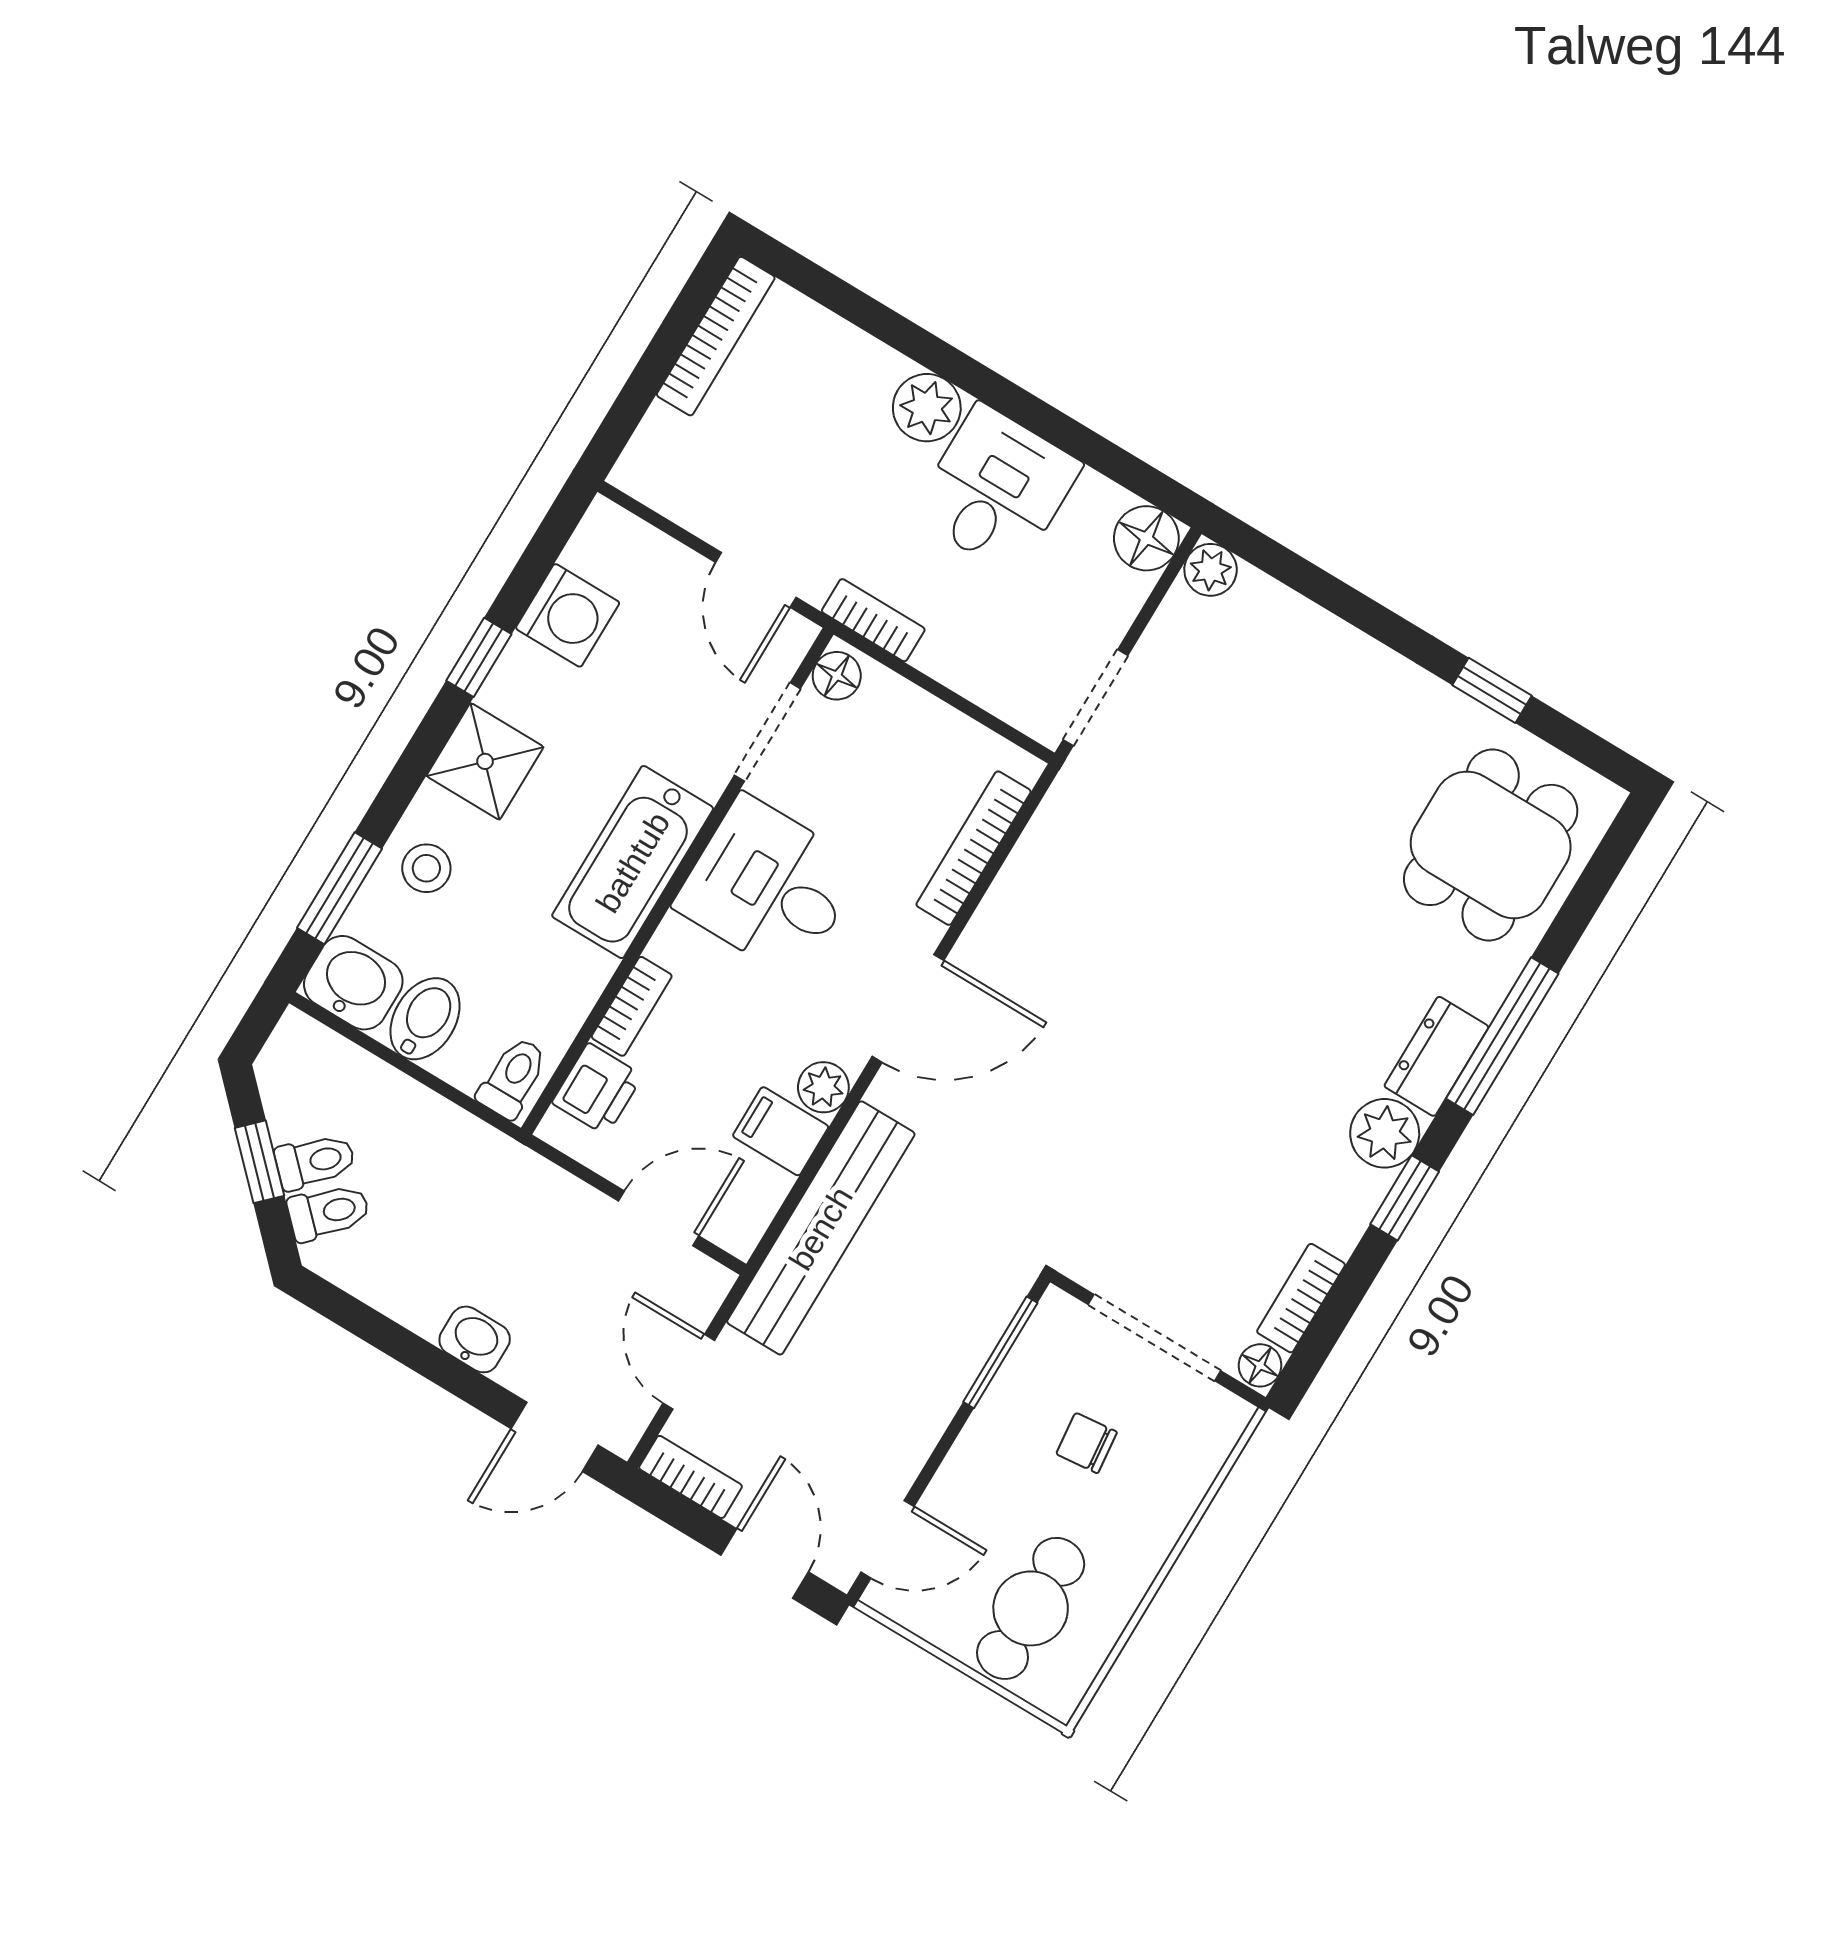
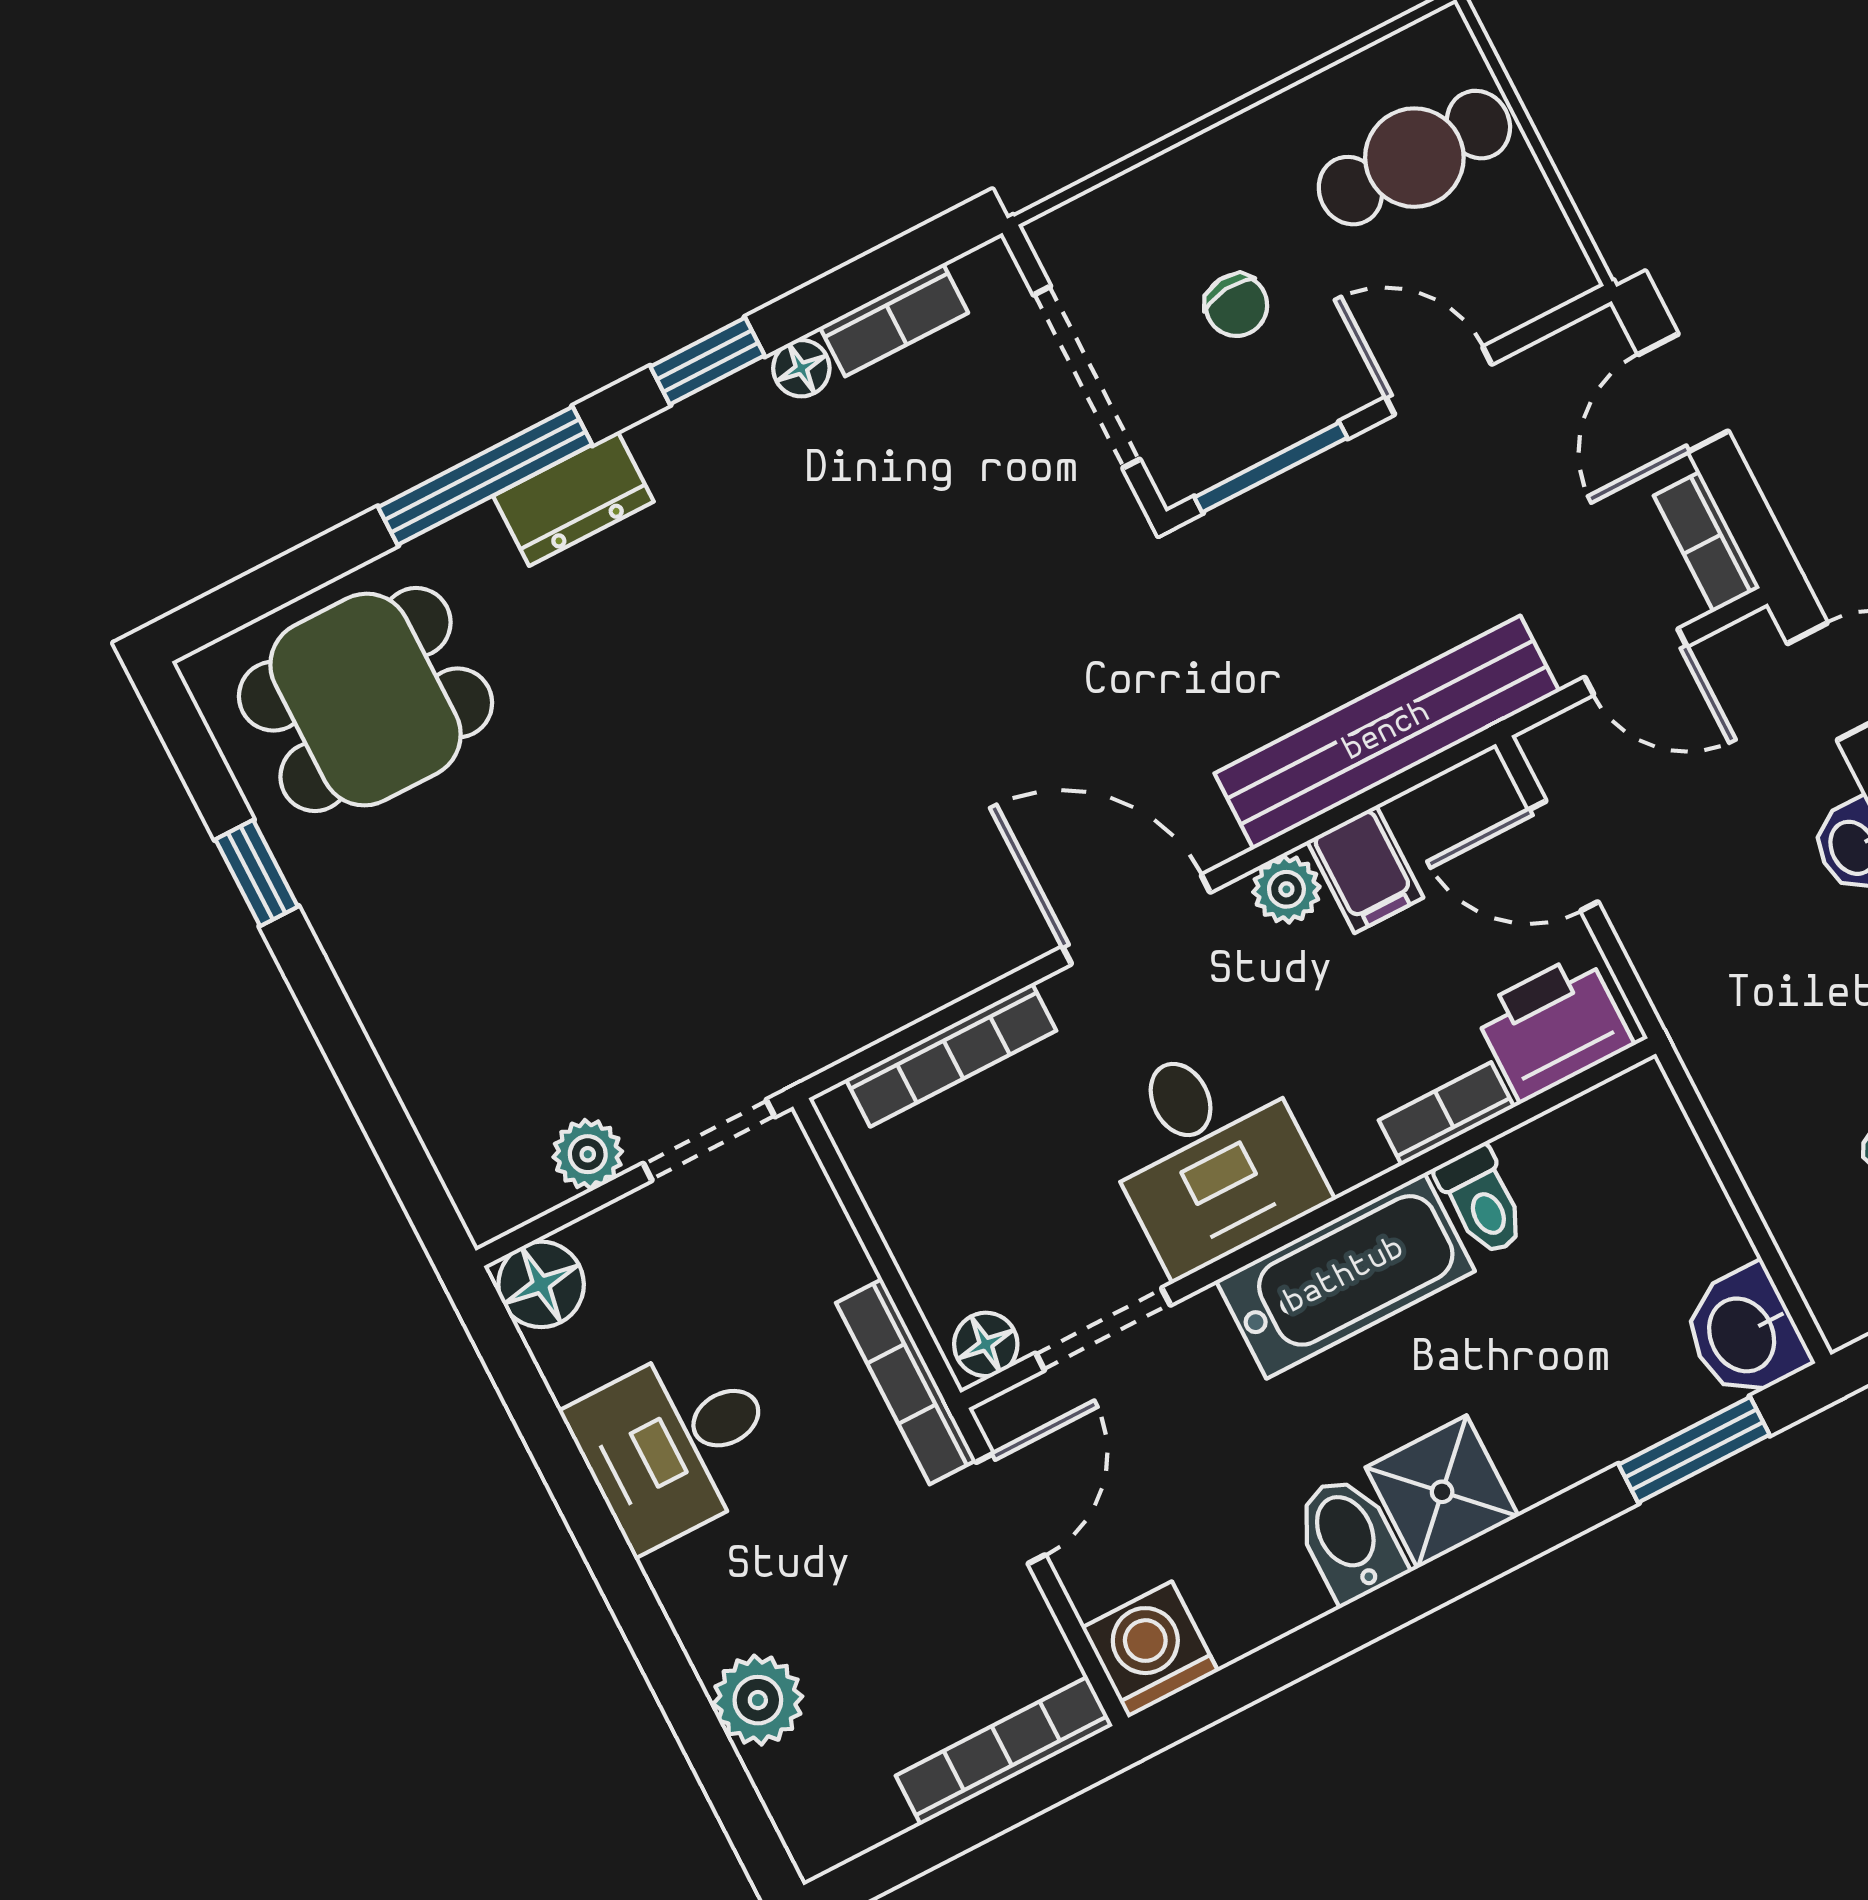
bookcase: (716, 336) -> (1004, 1751), moved
plant: (927, 408) -> (758, 1700), moved
plant: (1211, 570) -> (588, 1154), moved
washing machine: (568, 615) -> (1150, 1650), moved
bookcase: (873, 620) -> (906, 1382), width x1.56
window: (479, 657) -> (1377, 1614), removed
stool: (426, 868) -> (1582, 1412), removed
bidet: (425, 1019) -> (1349, 1538), moved, turned 90
toilet: (513, 1078) -> (1482, 1201), moved, turned -90
printer: (597, 1089) -> (1553, 1027), width x1.36, depth x1.24
plant: (1385, 1133) -> (685, 448), removed
floor lamp: (1260, 1365) -> (801, 368), moved
door: (689, 1372) -> (1636, 662), hinge flipped
door: (888, 1539) -> (1439, 381), moved

